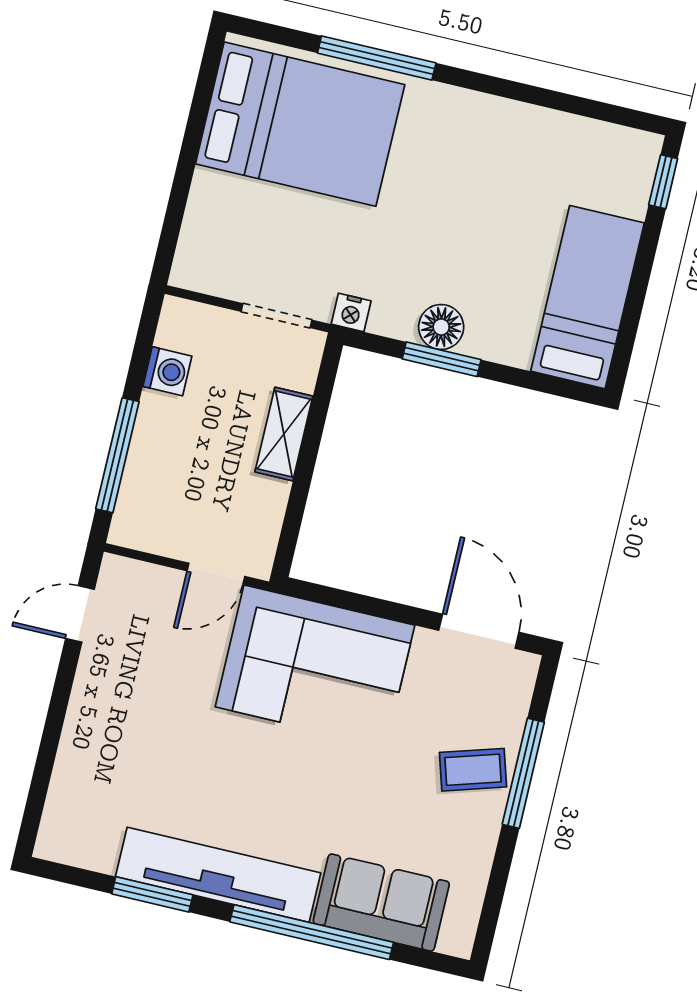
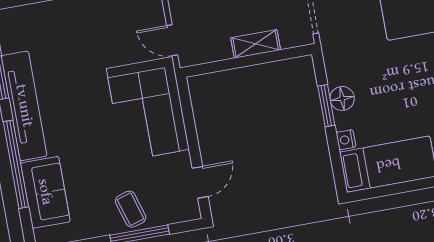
nightstand: (351, 312) -> (346, 140), moved
door: (479, 631) -> (200, 182), width x0.73

